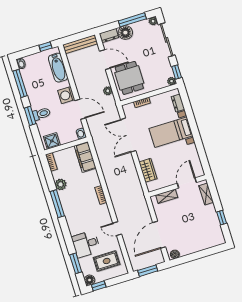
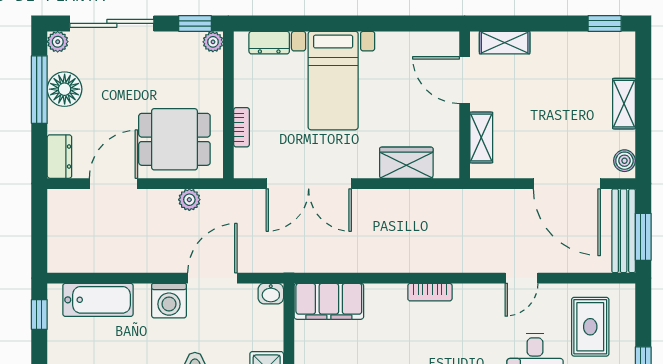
floor lamp: (125, 33) -> (65, 89), moved
bench: (80, 44) -> (624, 231), moved
window: (222, 218) -> (605, 23), moved
shelving: (197, 247) -> (624, 104), added

